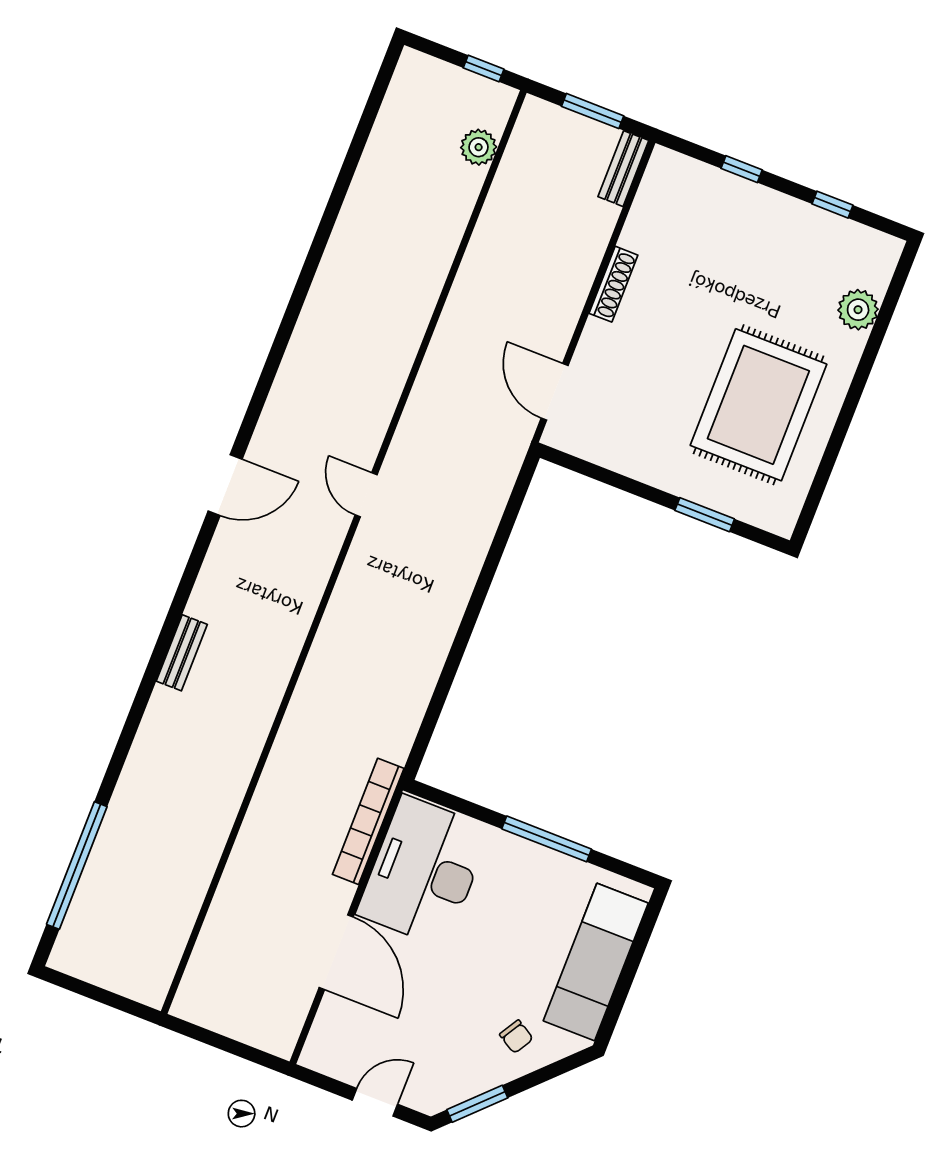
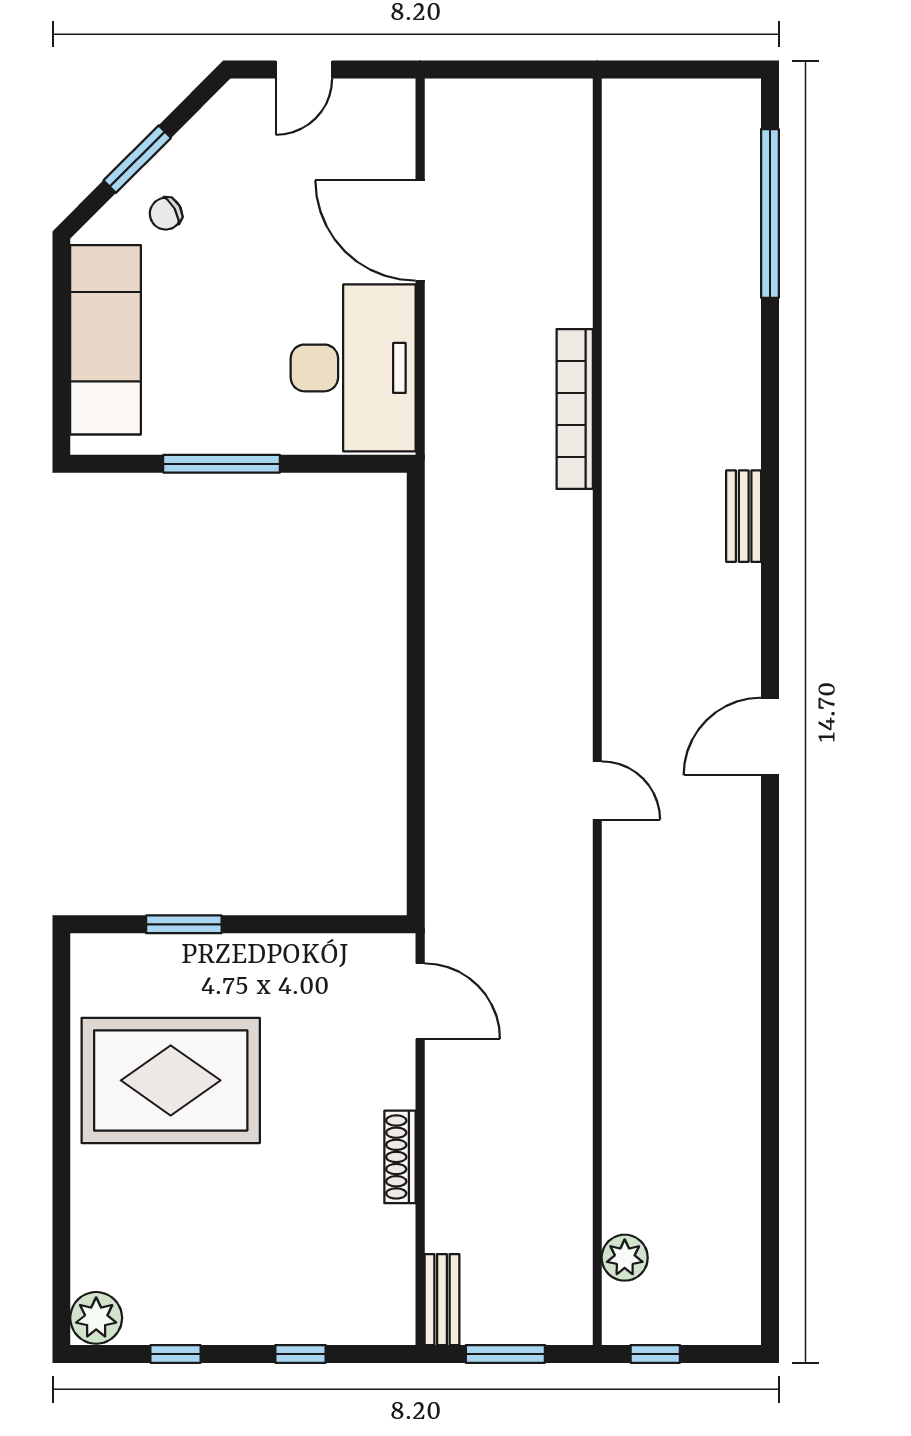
plant: (858, 310) -> (96, 1318), moved
rug: (758, 405) -> (171, 1080), turned 90
bookcase: (368, 821) -> (575, 409), moved, turned 180
chair: (516, 1037) -> (166, 214), turned -60
window: (477, 1104) -> (137, 159), moved

